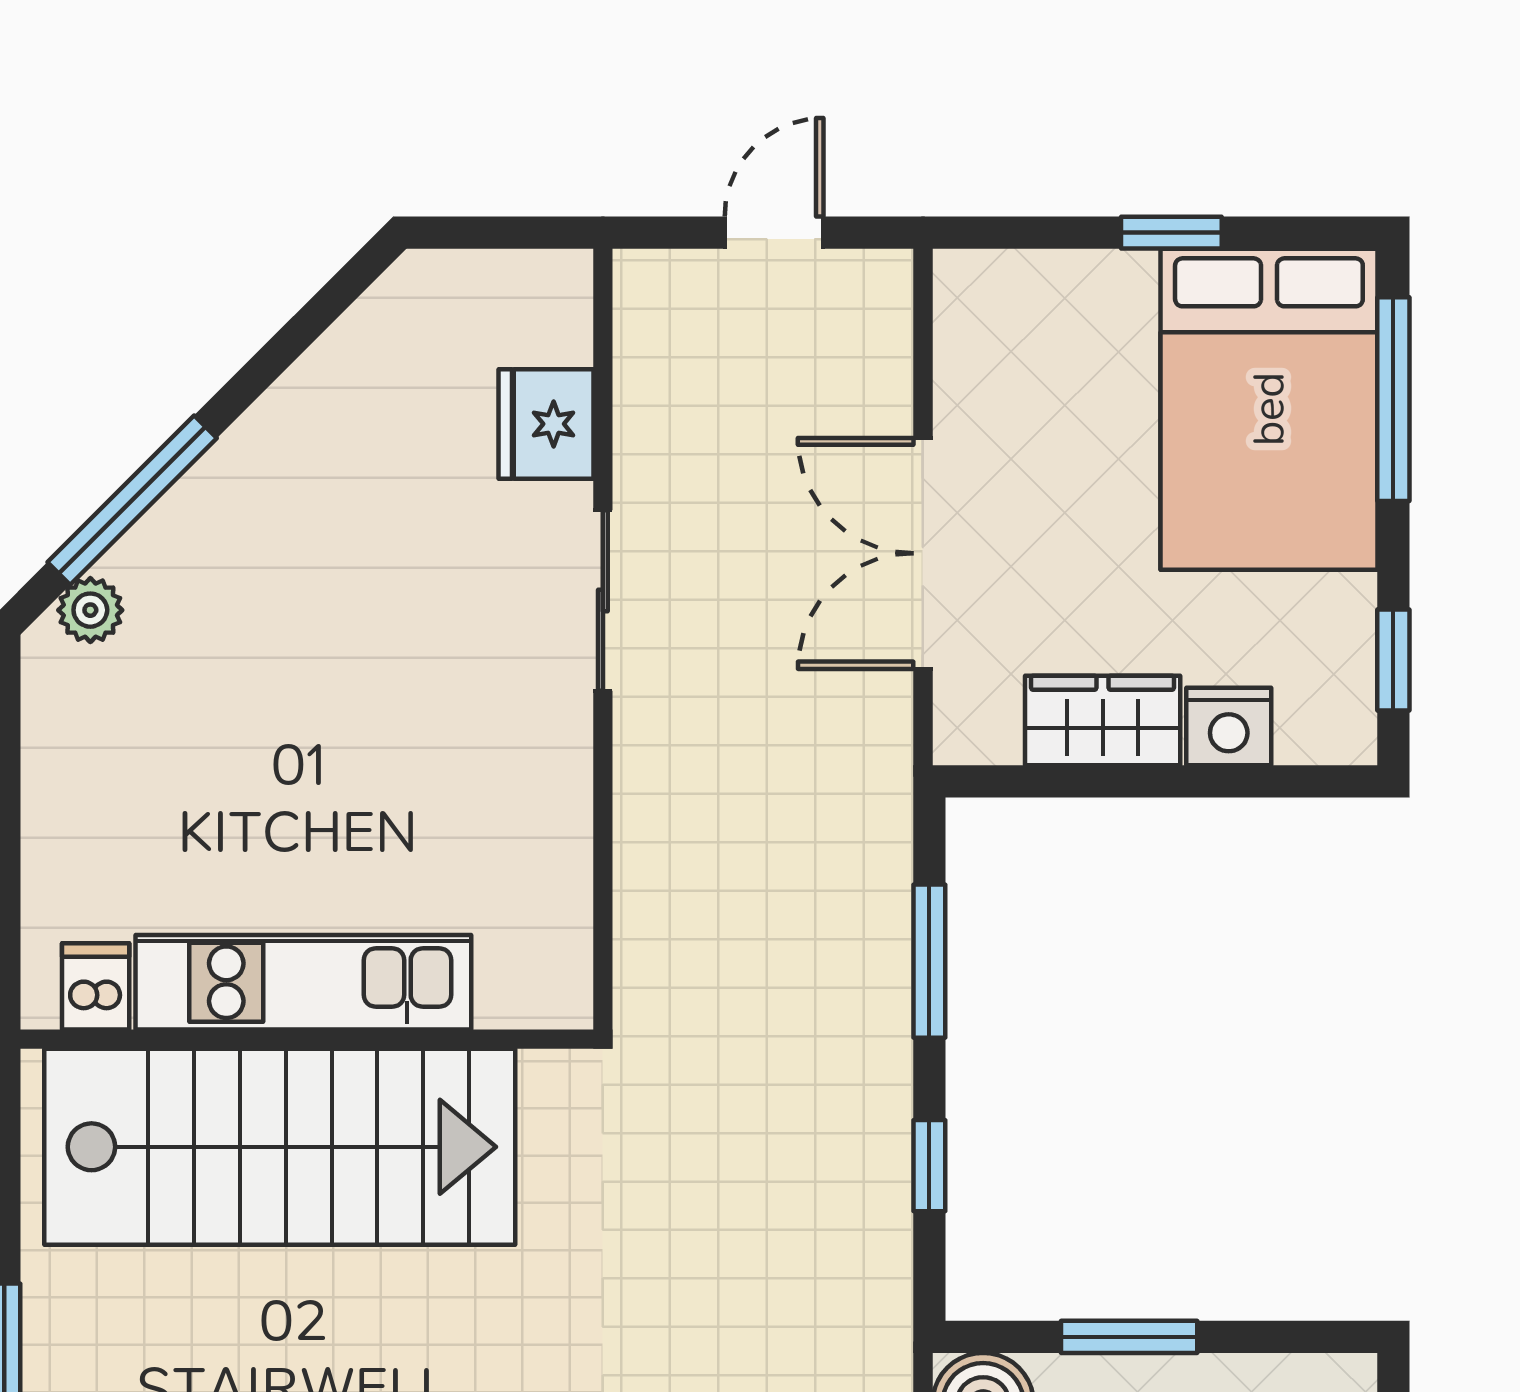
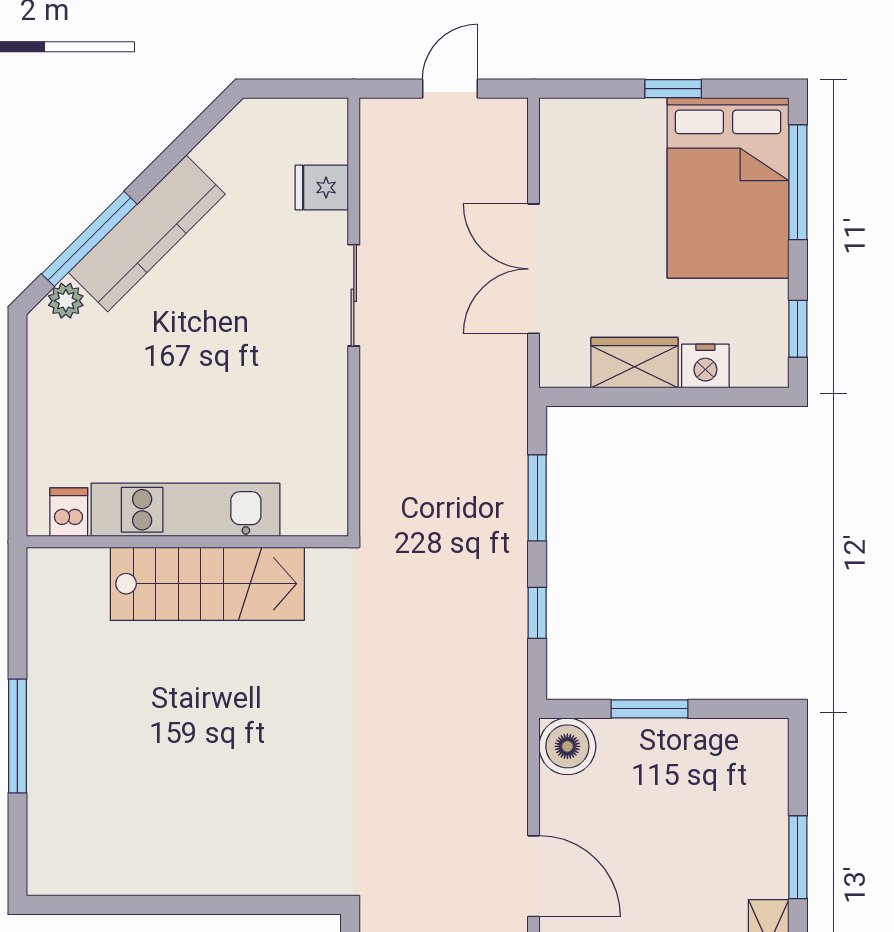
fridge: (546, 424) -> (322, 188), width x0.72
kitchen counter: (235, 490) -> (147, 233), added
stairs: (280, 1147) -> (207, 584), width x0.73, depth x0.66

